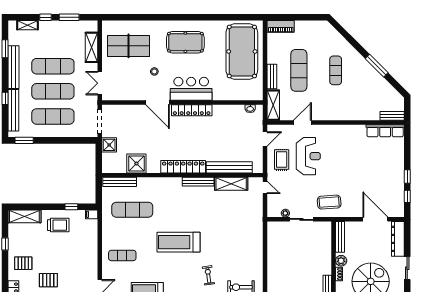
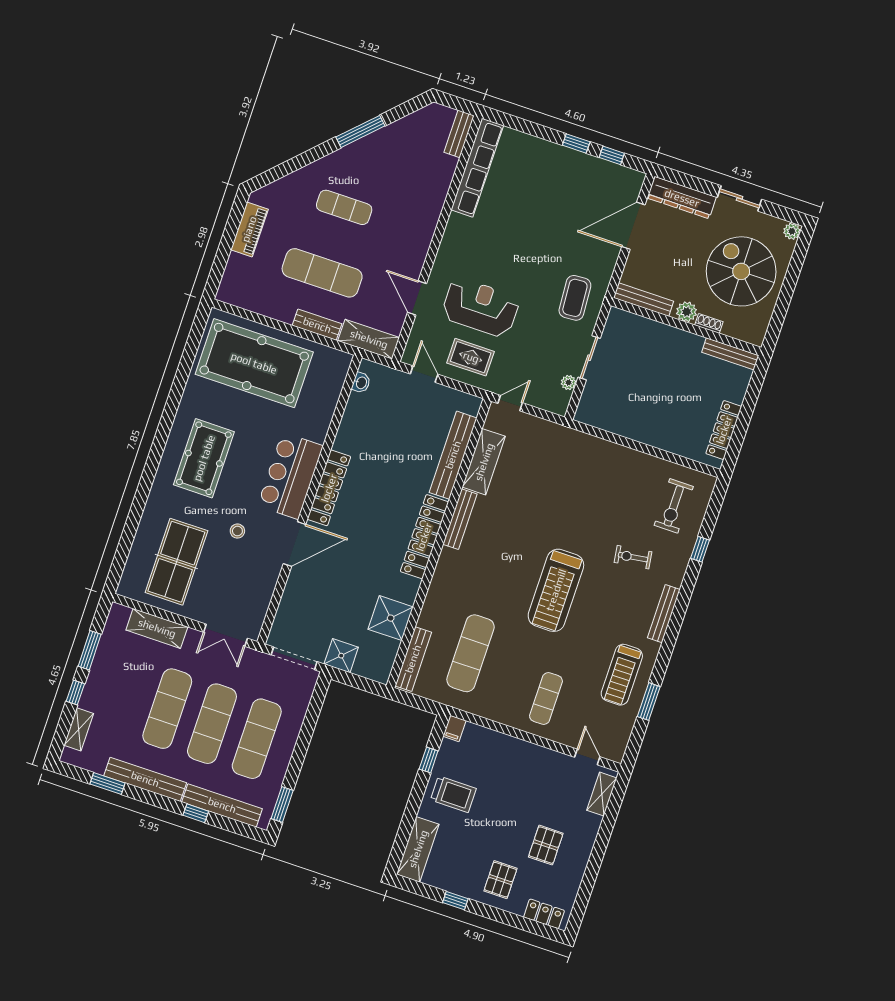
piano: (281, 26) -> (249, 229), moved
row of seats: (385, 131) -> (477, 168), width x1.36
trolley: (58, 225) -> (453, 794), turned 90

